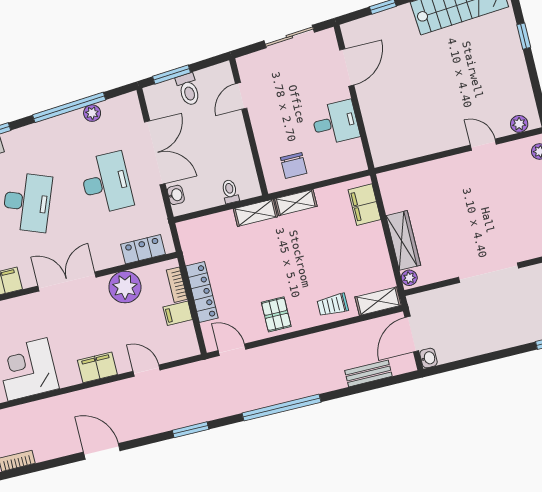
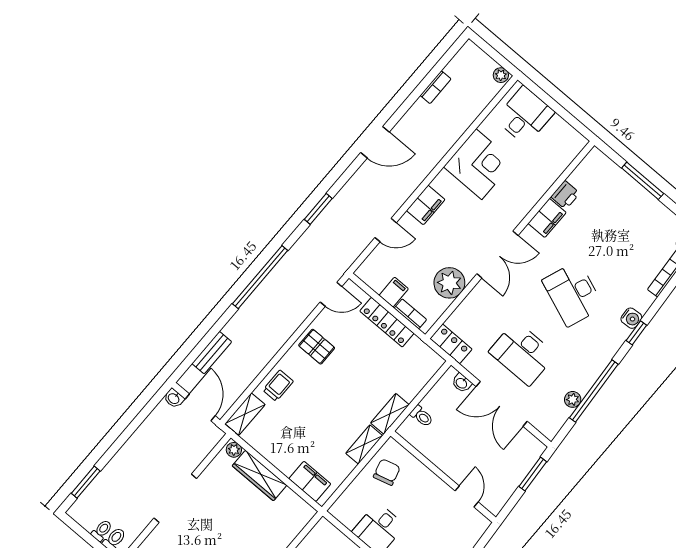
toilet: (188, 89) -> (511, 472), removed
chair: (294, 165) -> (387, 472), turned 75
locker: (143, 249) -> (451, 344), moved, turned -90

